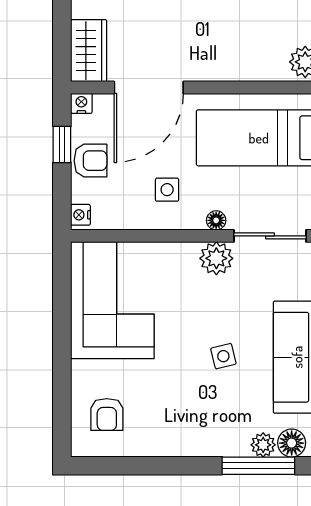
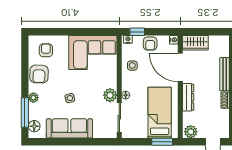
dresser: (221, 68) -> (188, 97), added
window: (62, 144) -> (137, 32), moved
side table: (167, 190) -> (132, 66), moved
armchair: (107, 415) -> (46, 50), turned 90
armchair: (165, 431) -> (39, 74), added
plant: (263, 445) -> (33, 98), moved

